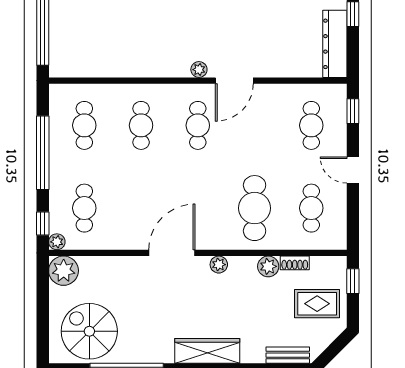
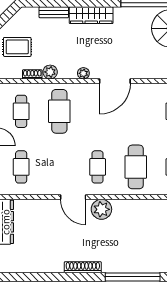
plant: (199, 70) -> (101, 209), width x1.88, depth x1.88
door: (234, 81) -> (73, 197), swing flipped
cafe table: (141, 125) -> (136, 167), width x1.37, depth x1.35
bench: (288, 355) -> (54, 12), moved

